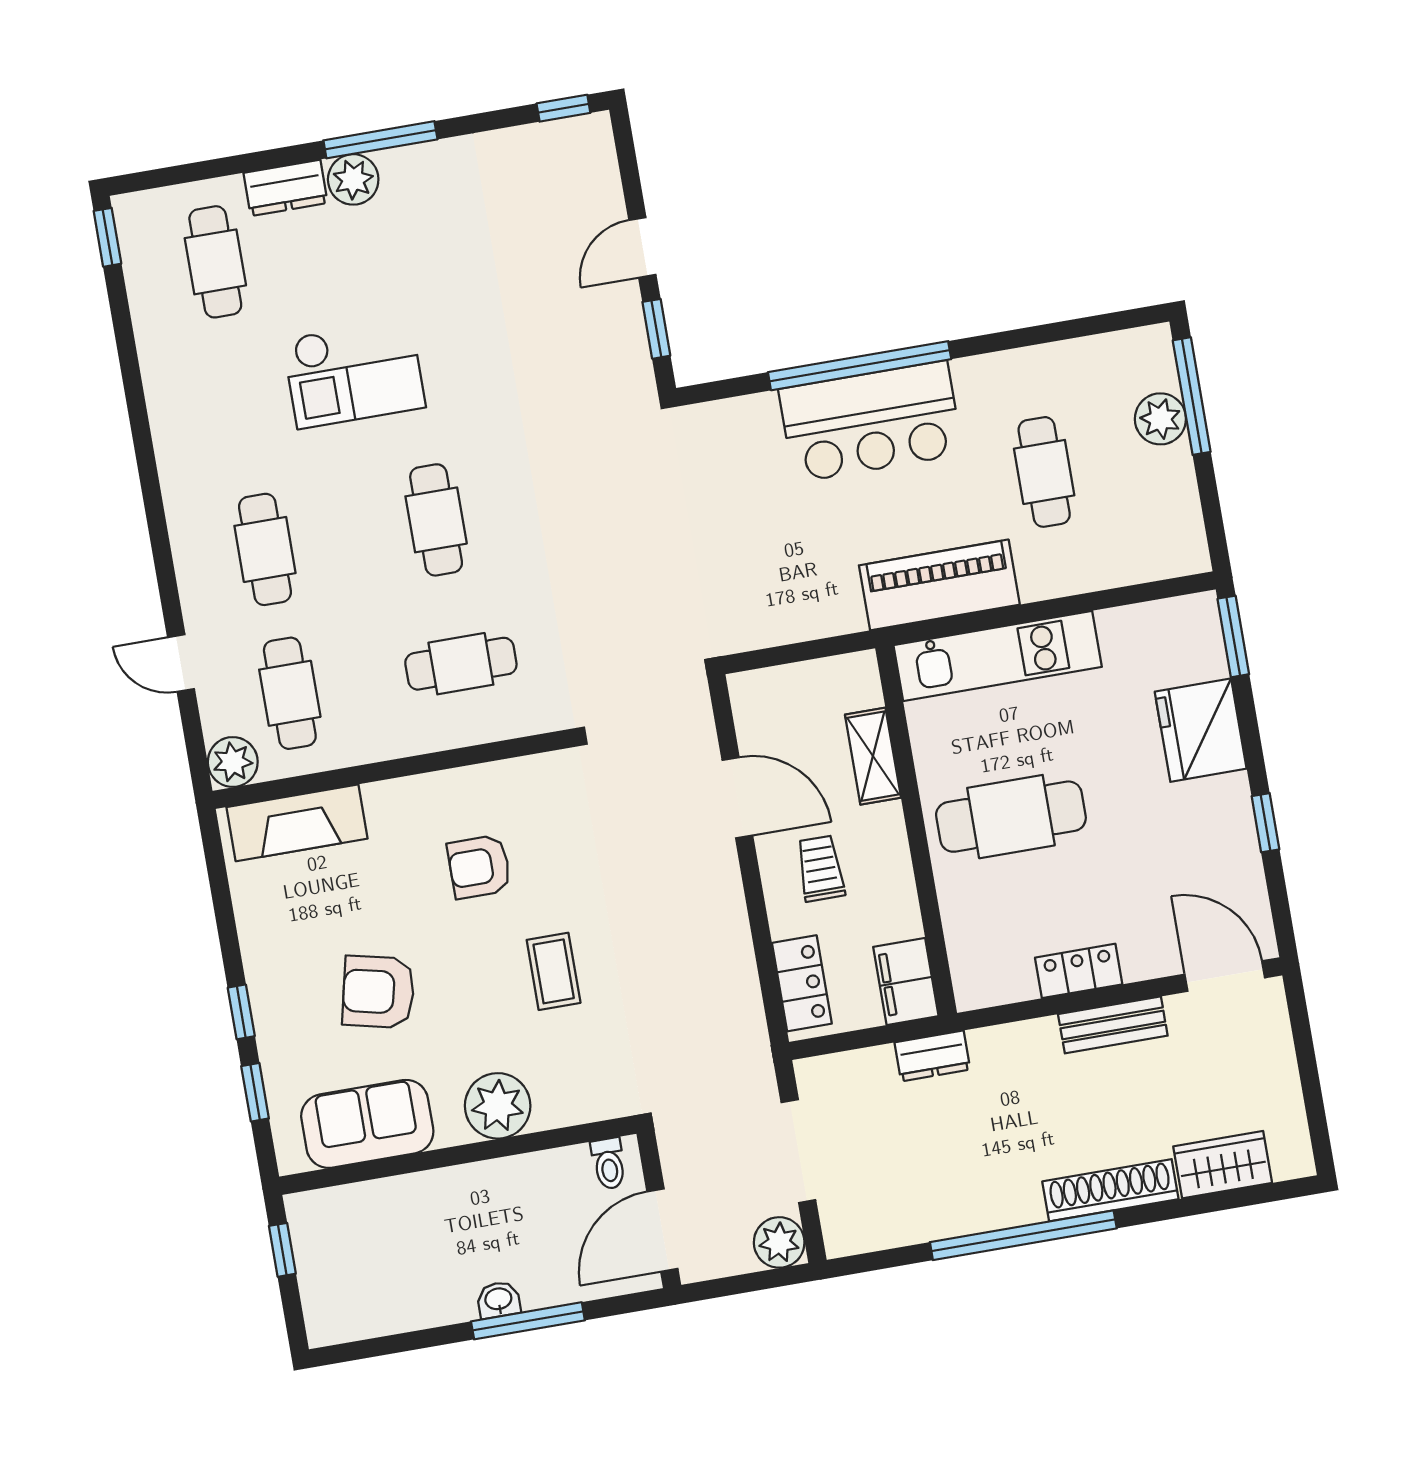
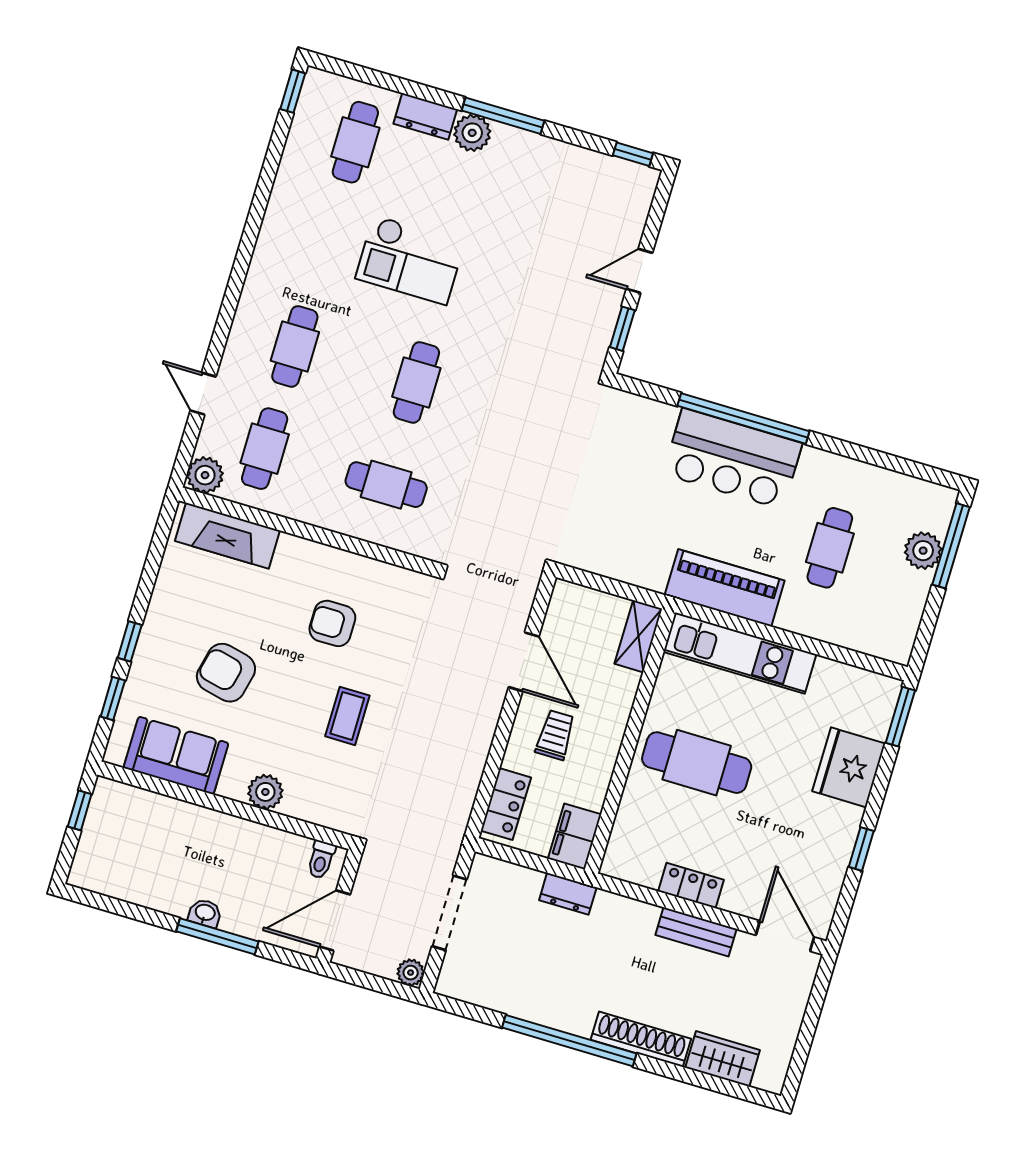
shelving: (873, 756) -> (638, 636), moved
plant: (498, 1106) -> (265, 792), width x0.73, depth x0.73
plant: (779, 1242) -> (411, 973), width x0.73, depth x0.73

